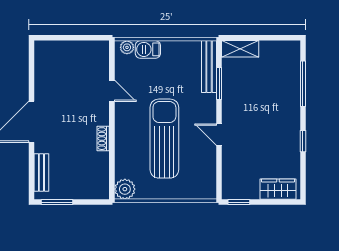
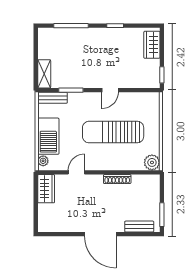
barbecue: (148, 49) -> (48, 136), width x1.88, depth x1.53
wardrobe: (91, 51) -> (46, 189), added
bench: (209, 67) -> (52, 98), width x0.73
shoe rack: (103, 139) -> (117, 179), width x1.43

